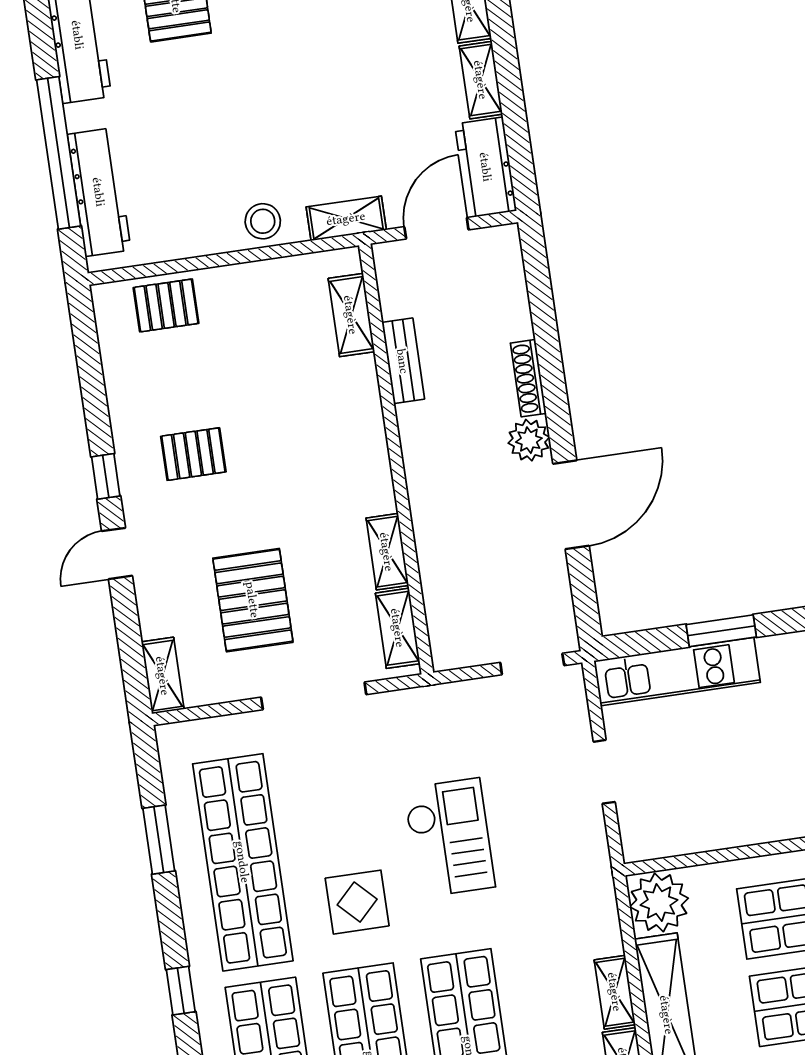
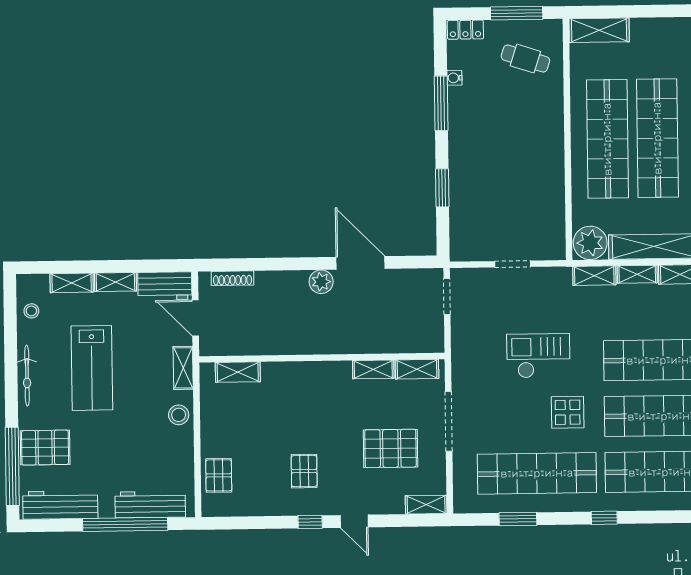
lab bench: (325, 59) -> (92, 368), added
bench: (403, 361) -> (267, 346), removed
shoe rack: (528, 378) -> (232, 278), moved
kitchen unit: (677, 672) -> (462, 216), removed
shelving: (603, 917) -> (594, 276), added

